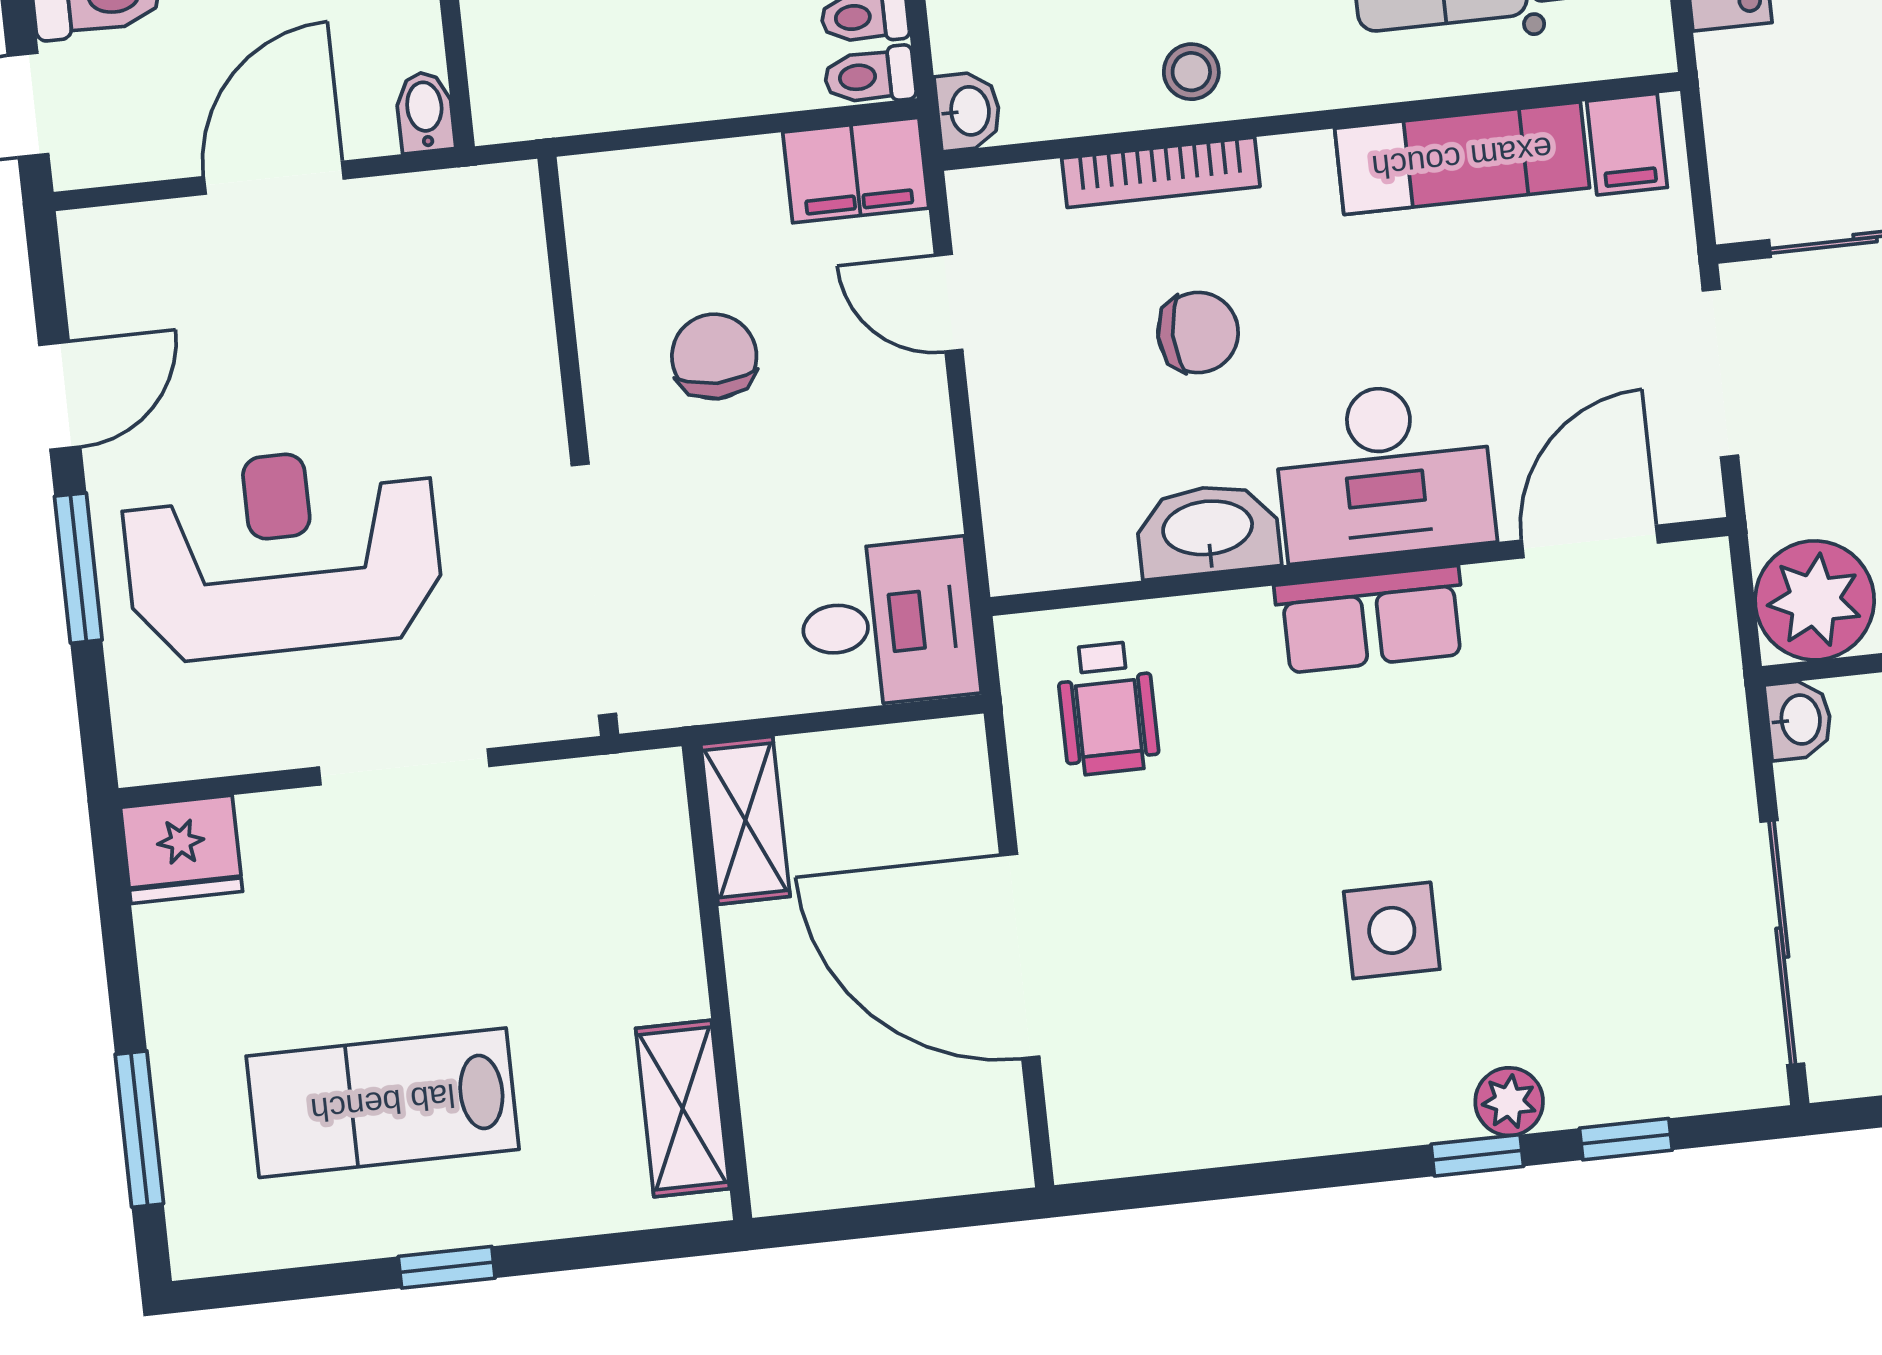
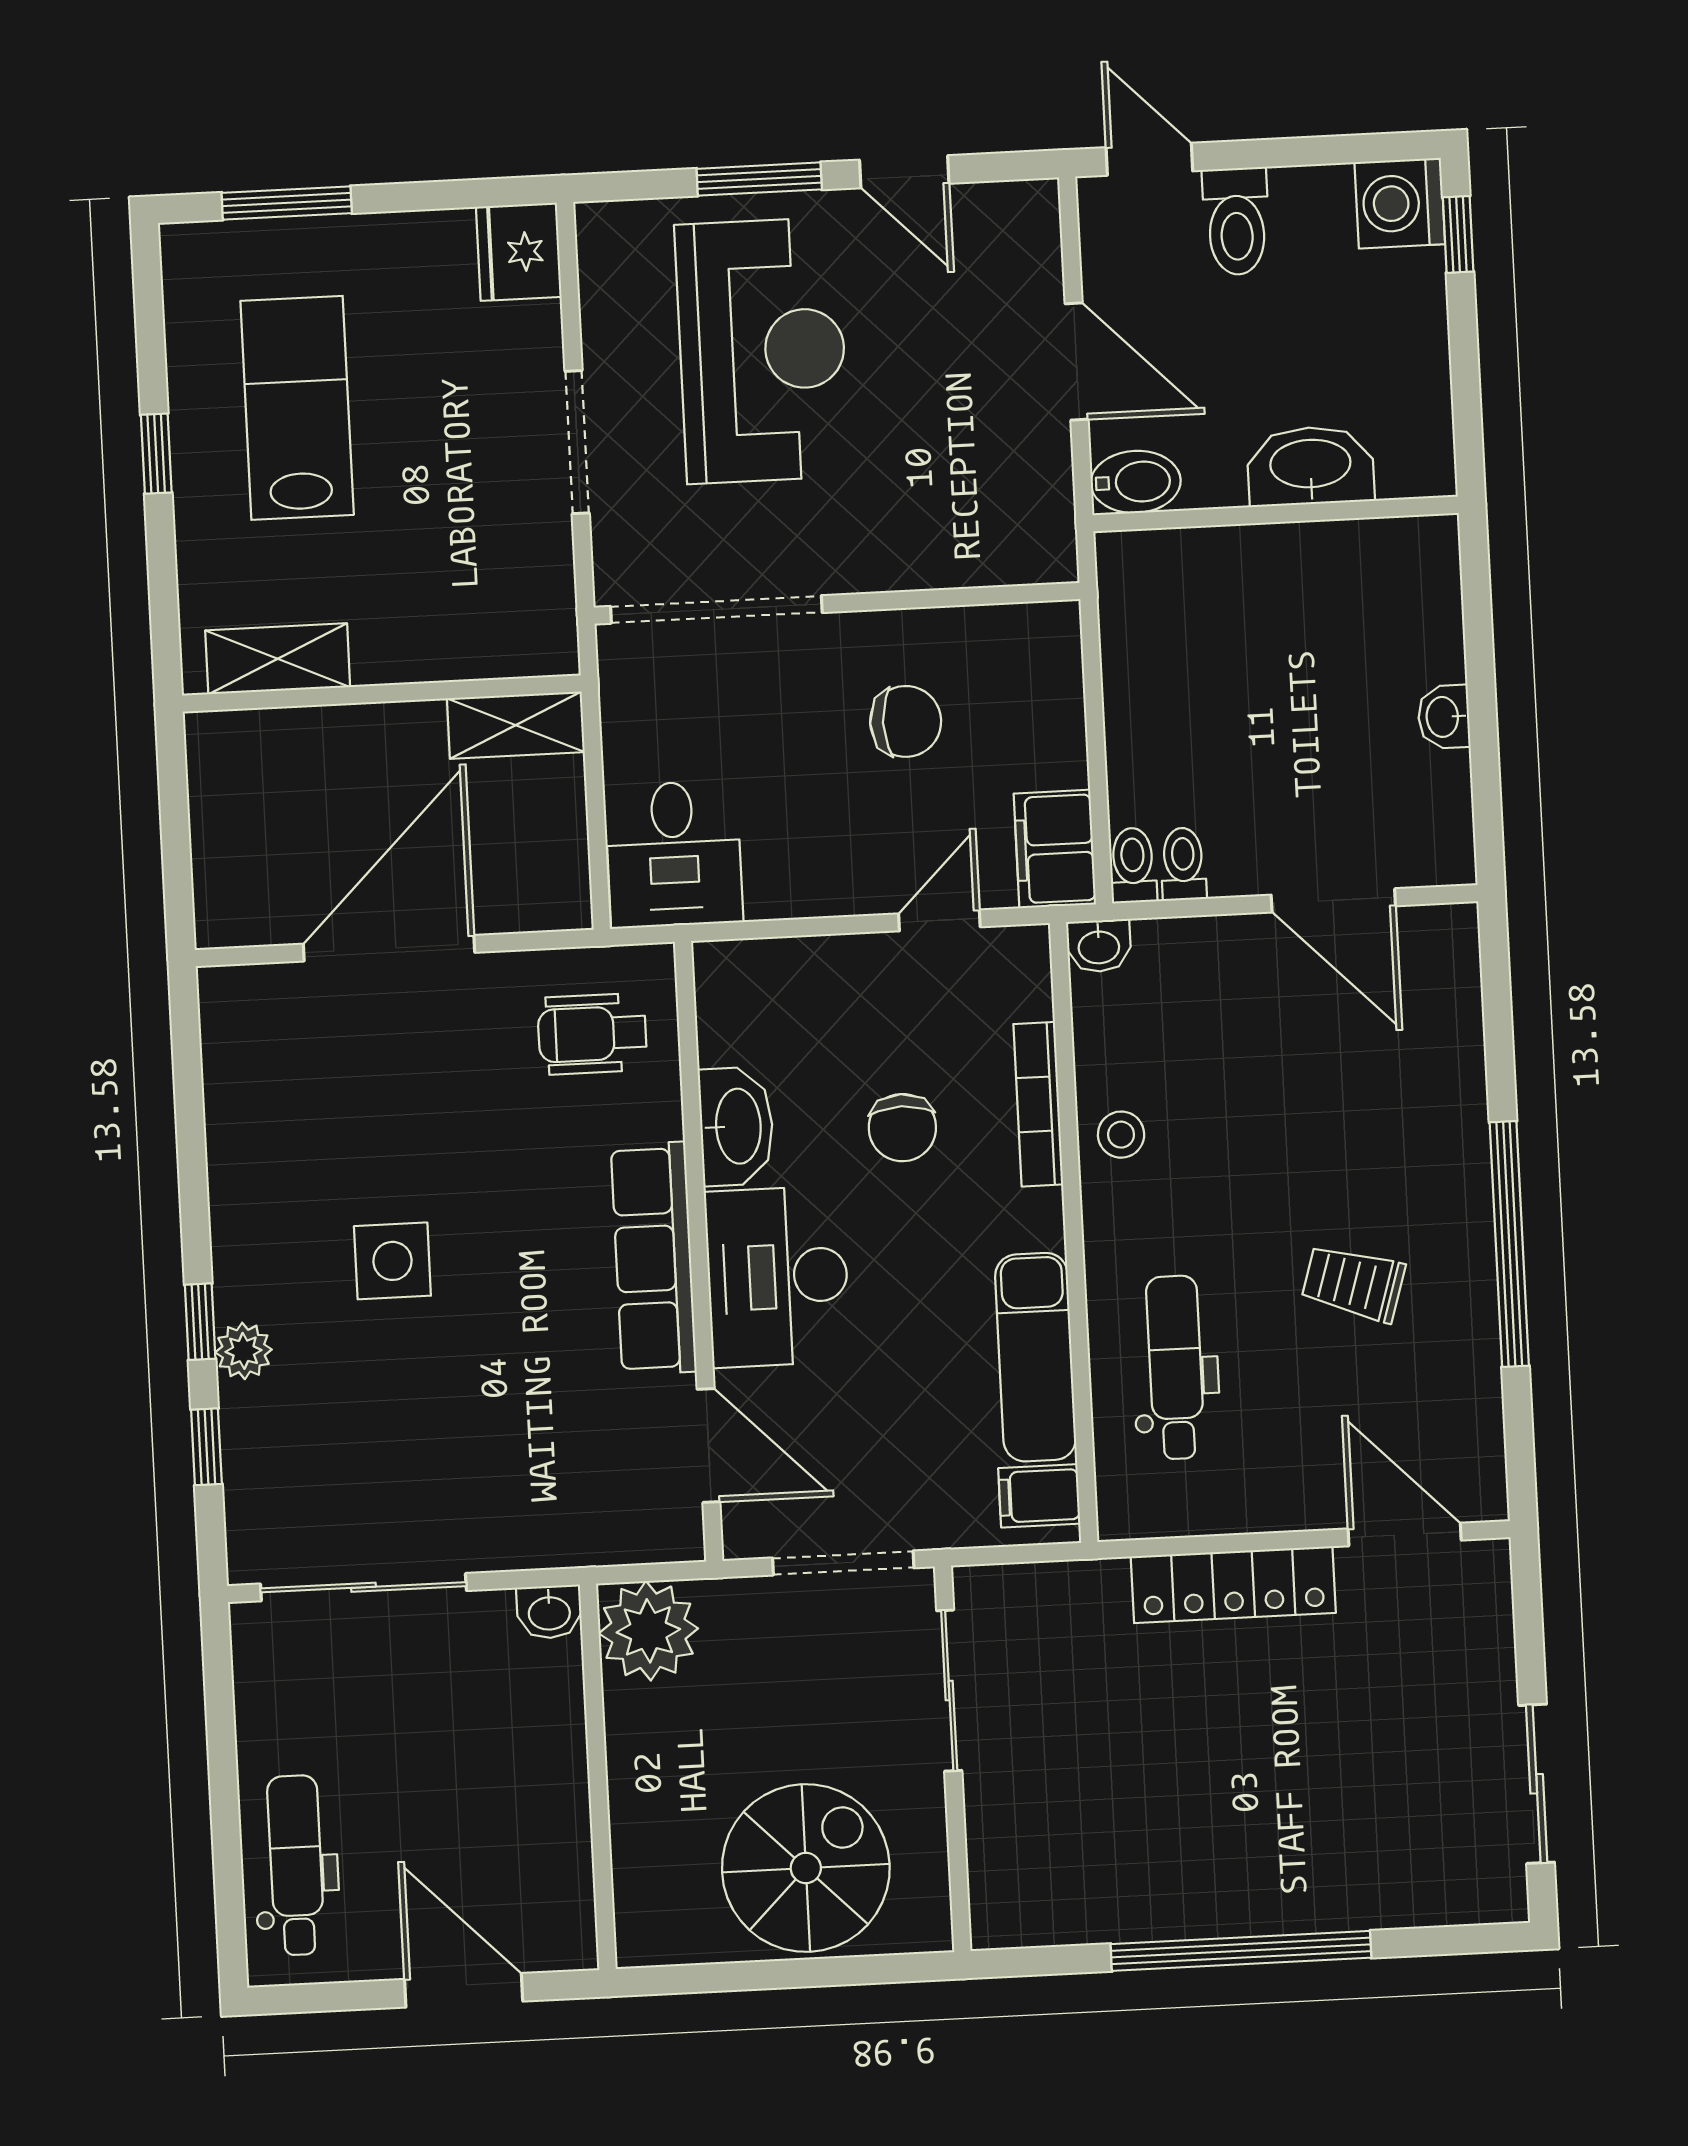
bidet: (425, 112) -> (1136, 482), width x1.38, depth x1.36
row of seats: (1371, 620) -> (654, 1258), width x1.48

